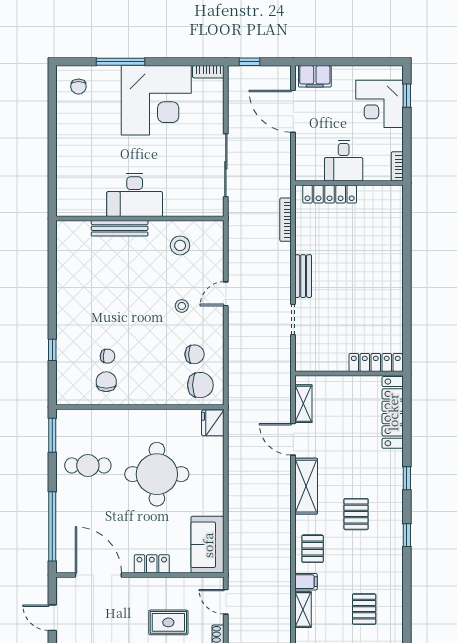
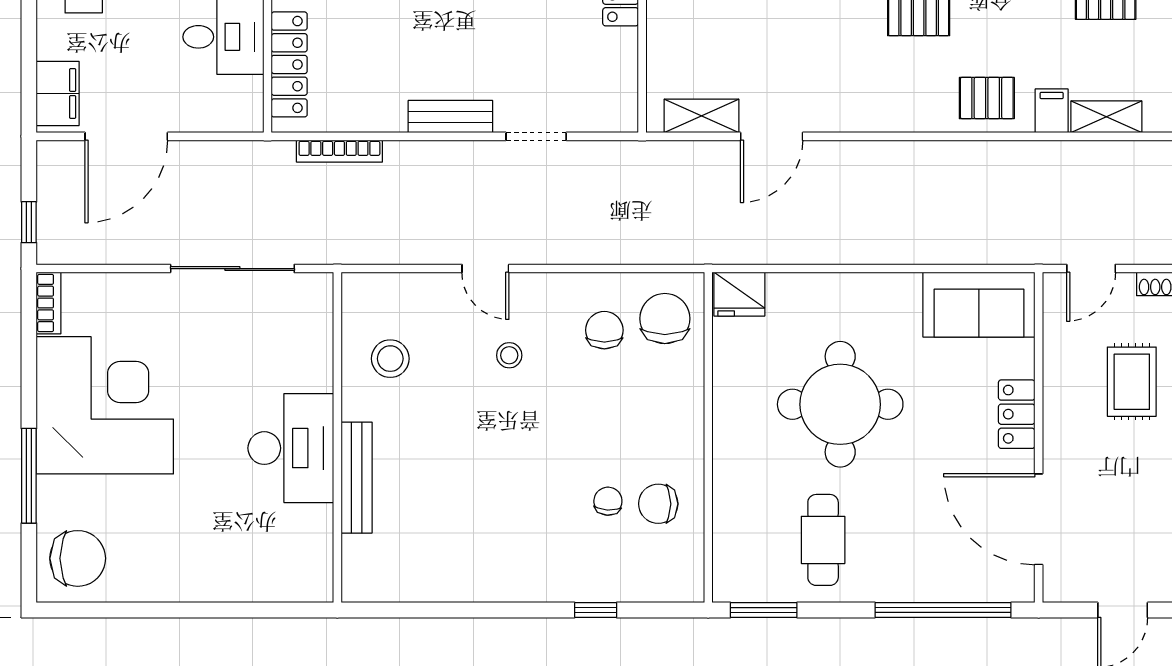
chair: (78, 87) -> (78, 558), width x1.87, depth x1.87
shelving: (306, 486) -> (864, 111), removed
door: (98, 575) -> (1039, 519), hinge flipped

